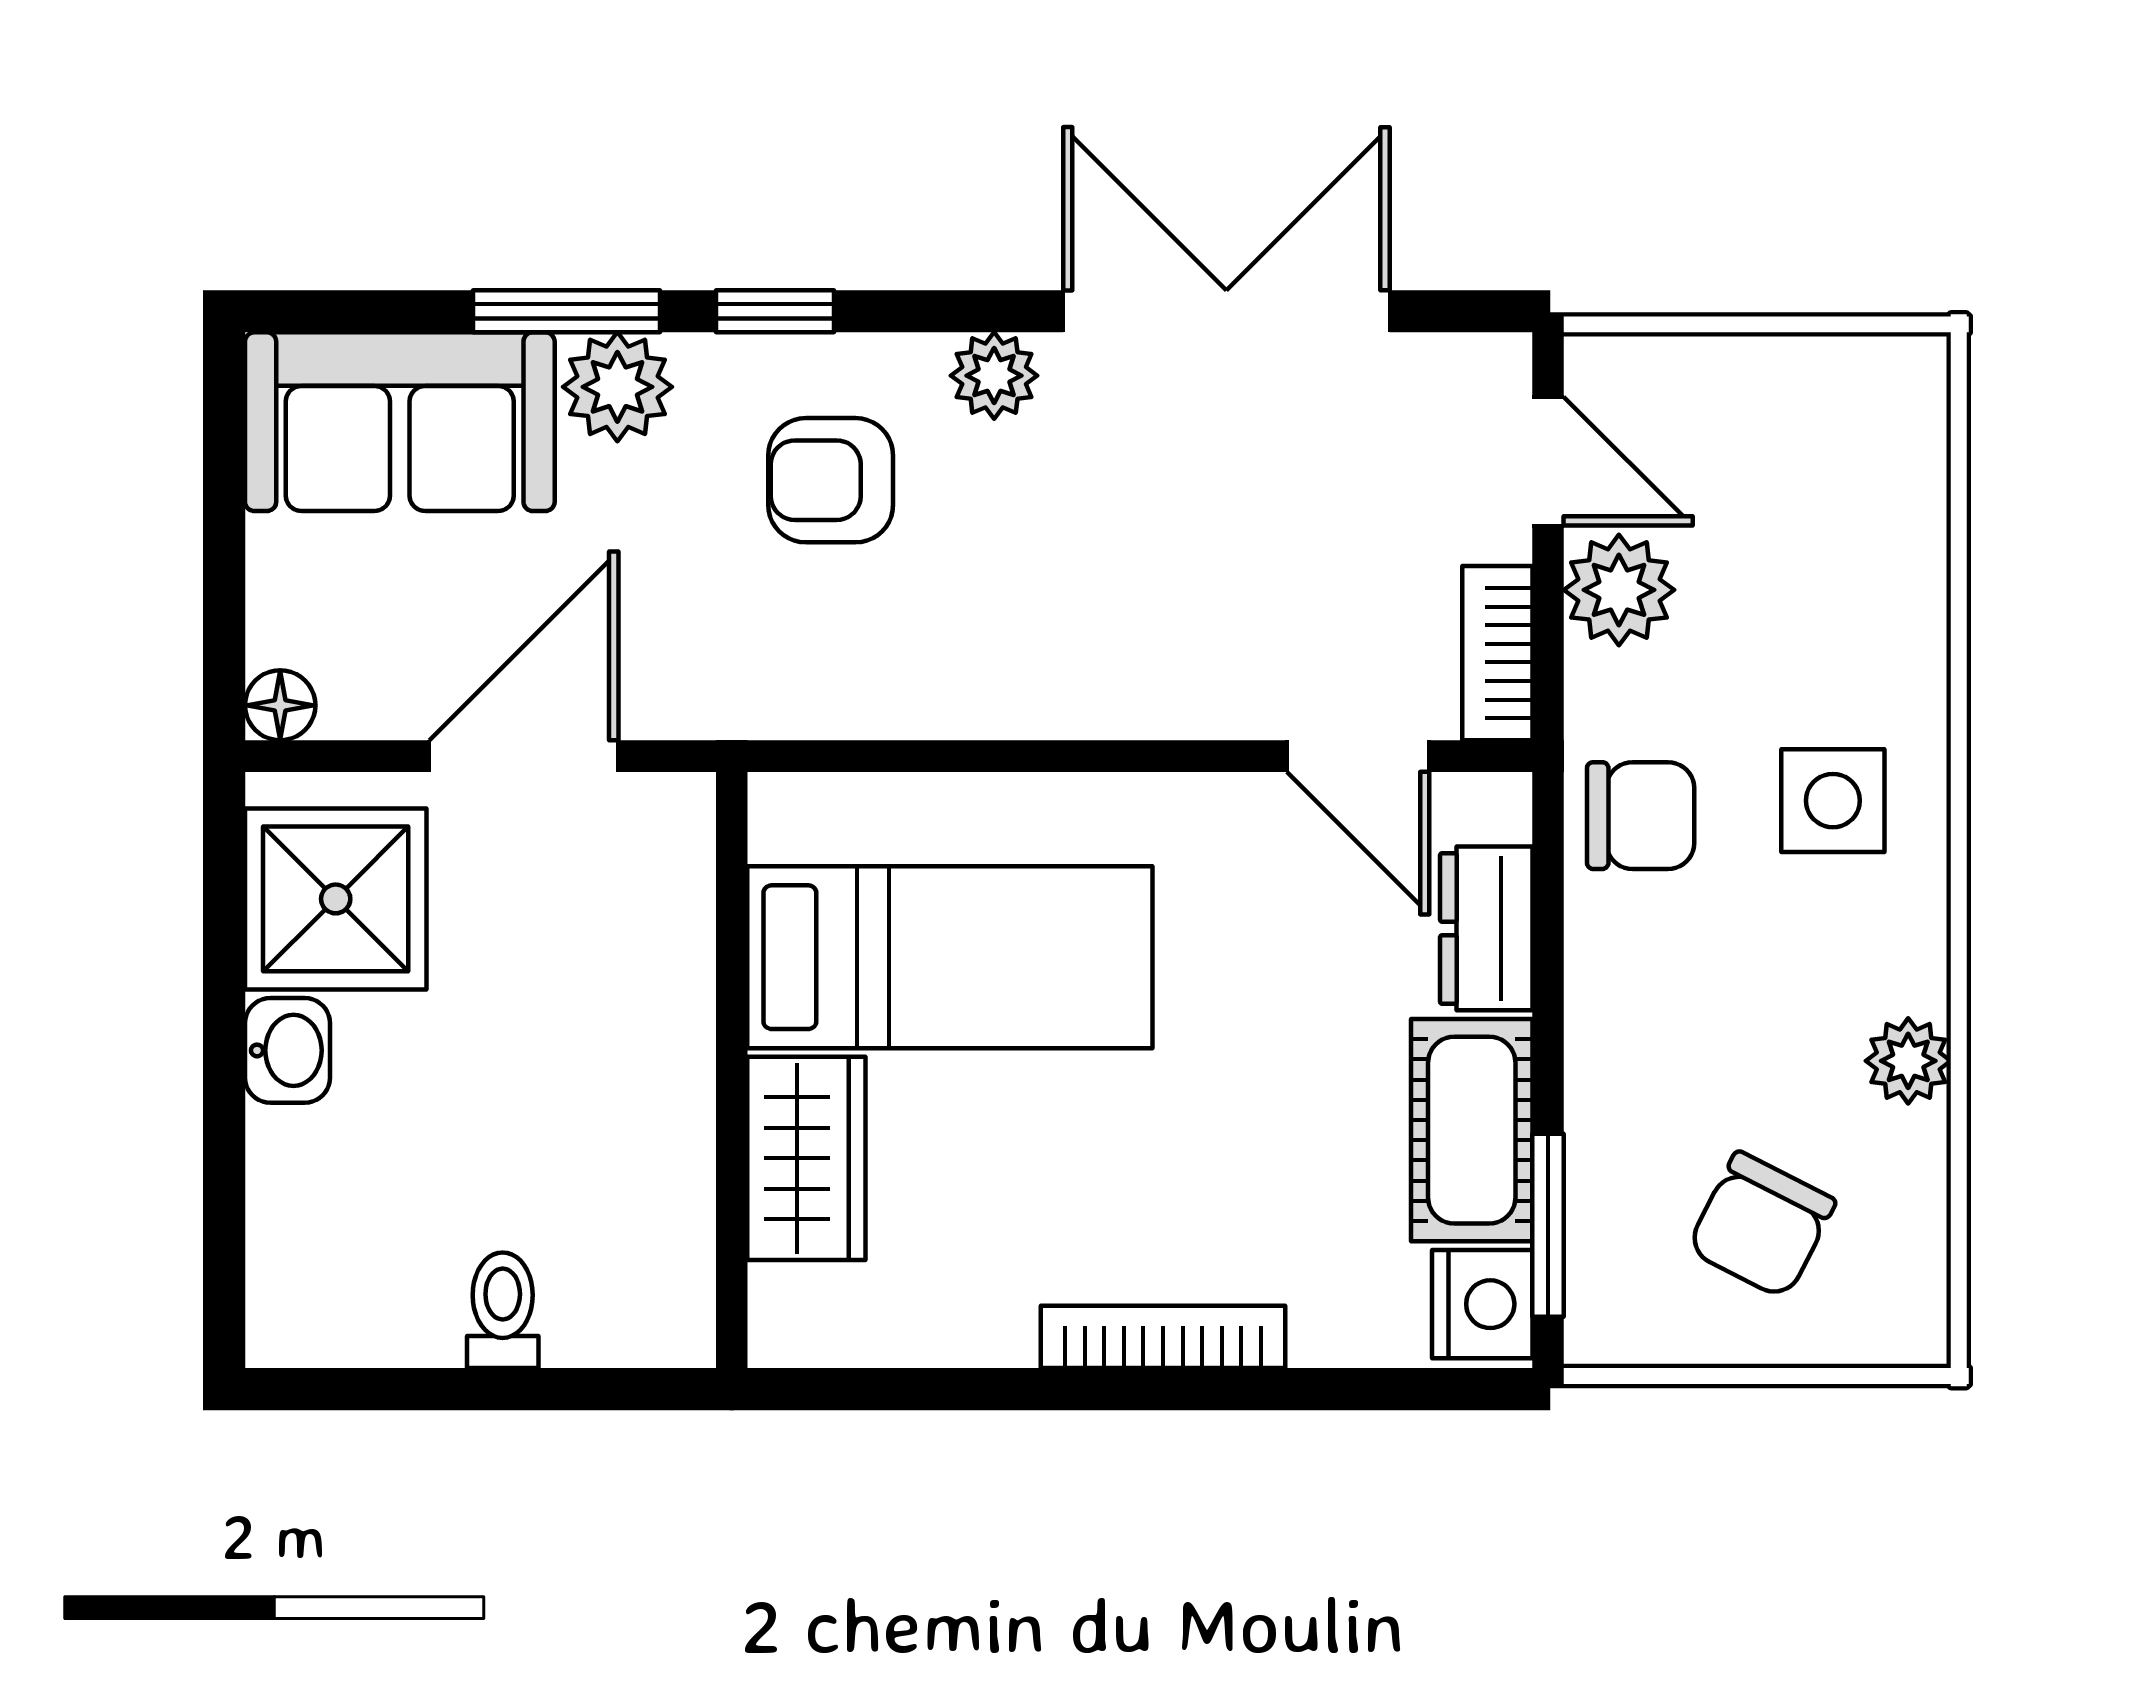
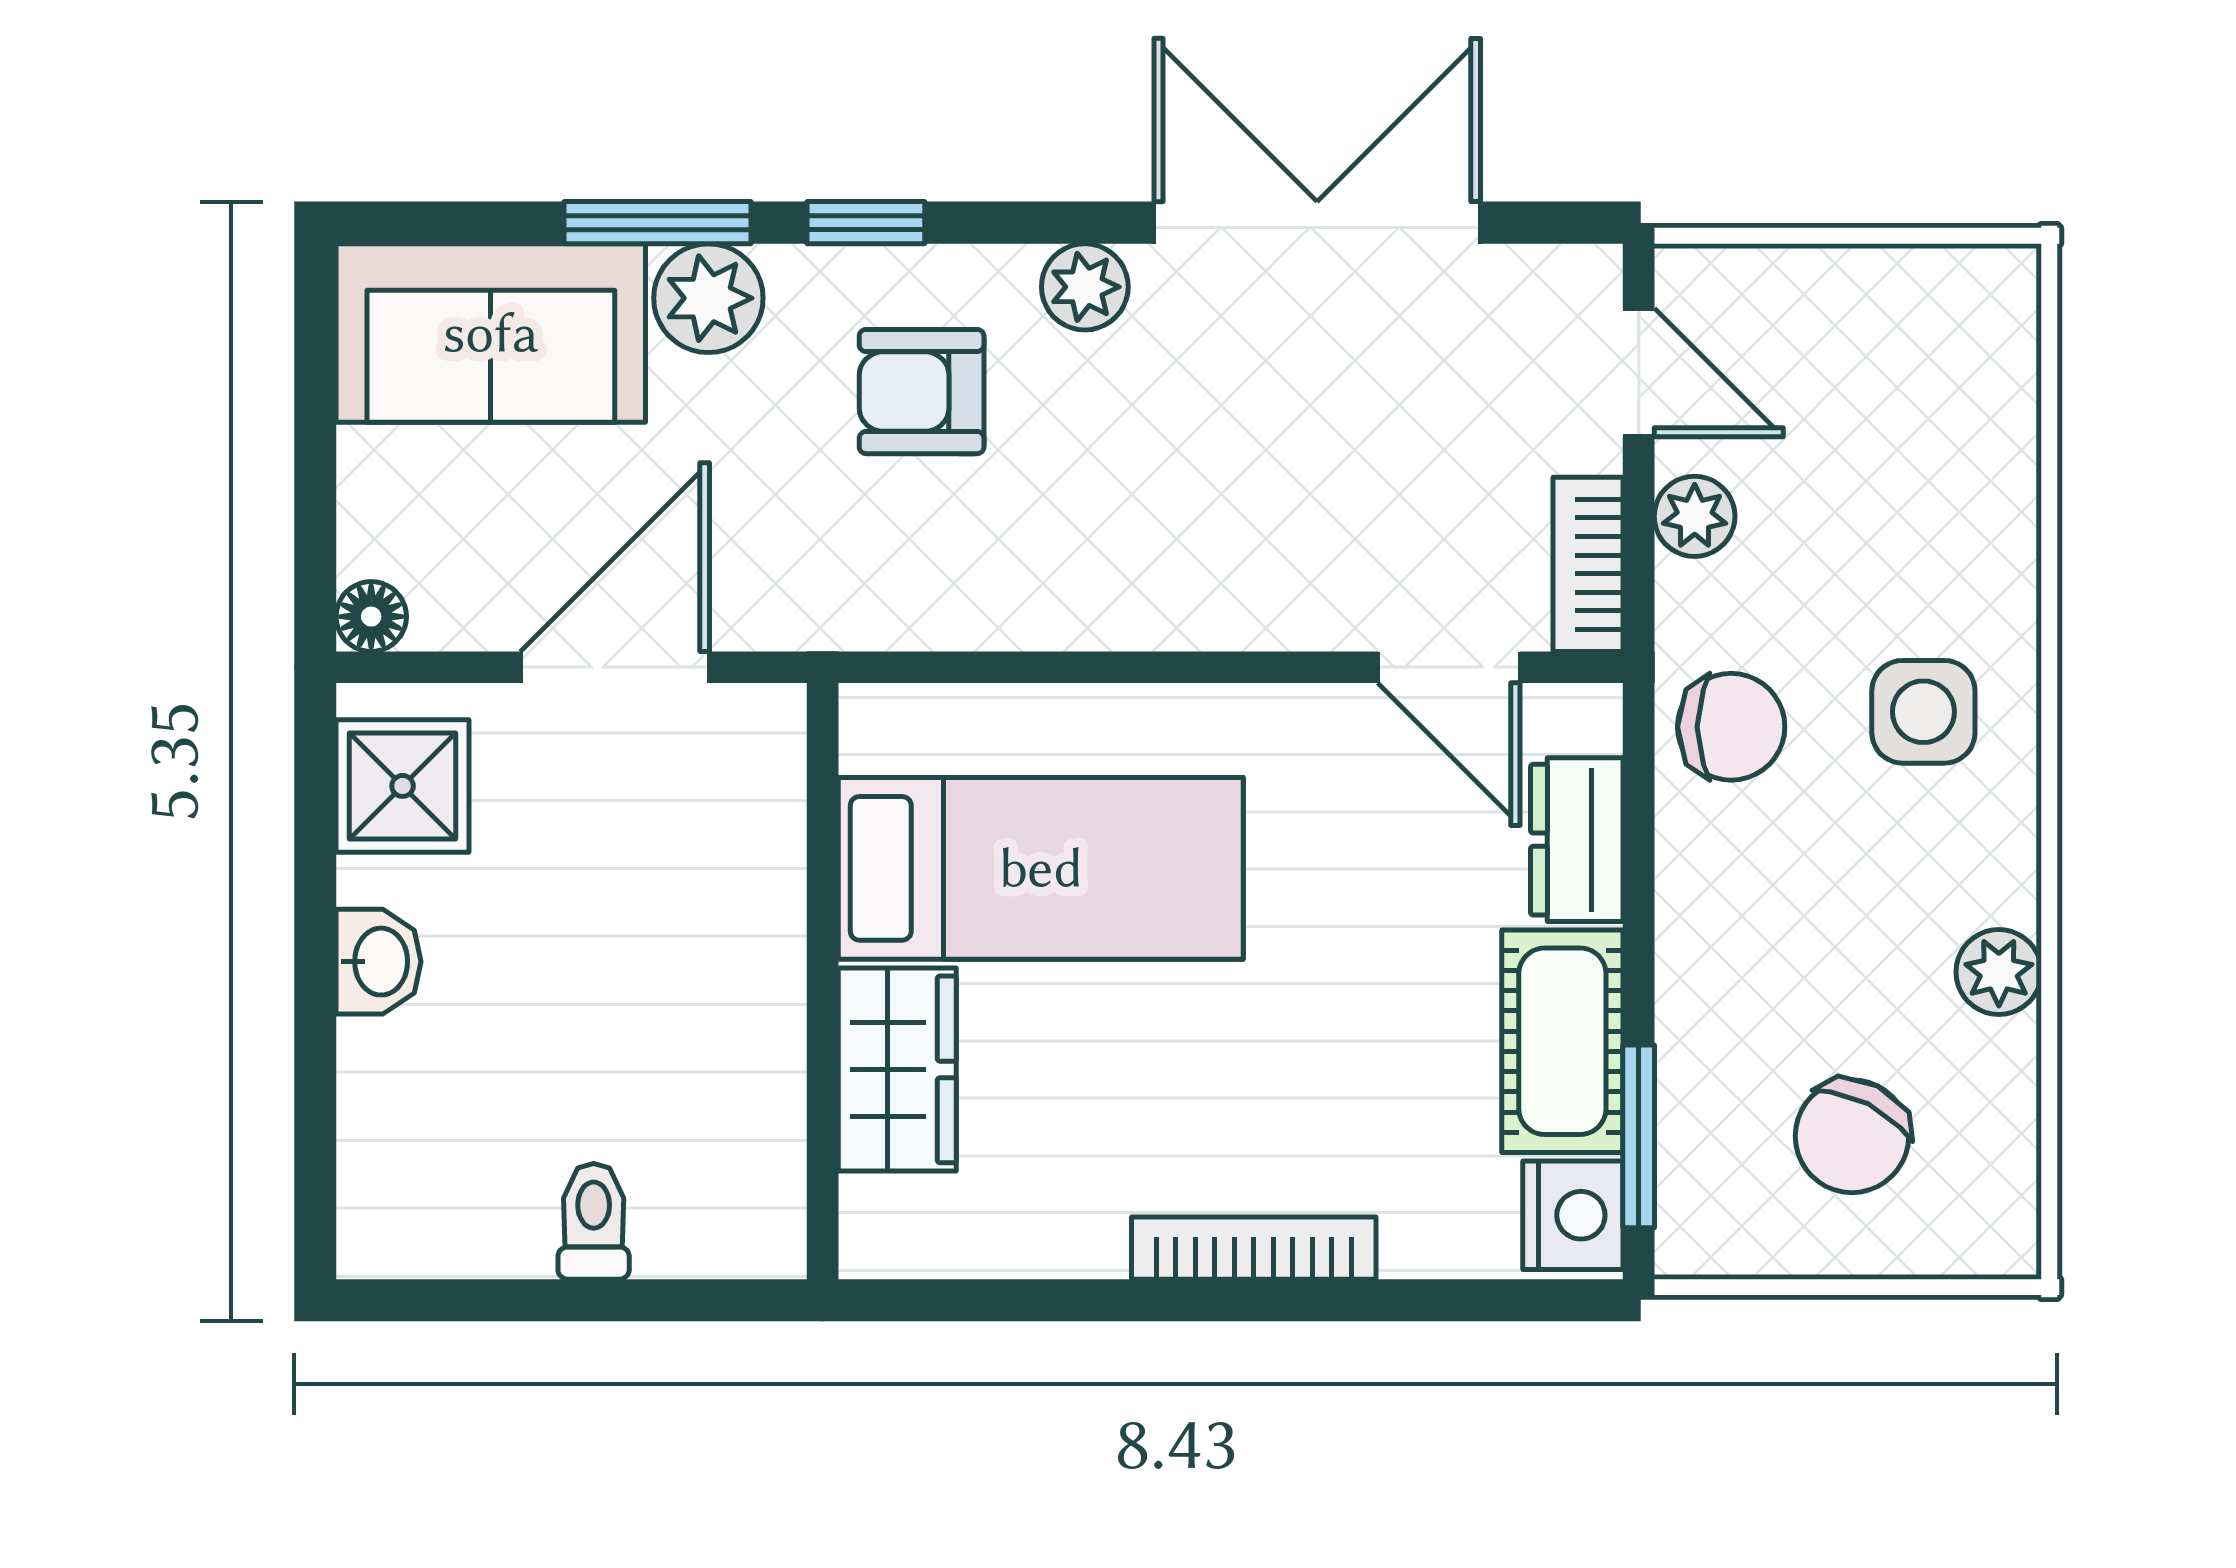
plant: (1619, 590) -> (1695, 516), width x0.73, depth x0.73
shower: (336, 899) -> (403, 786), width x0.73, depth x0.73

